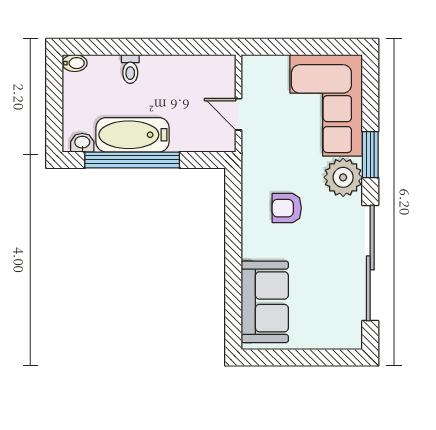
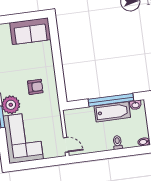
door: (239, 114) -> (66, 145), moved
sofa: (265, 302) -> (30, 31), moved, turned -90

